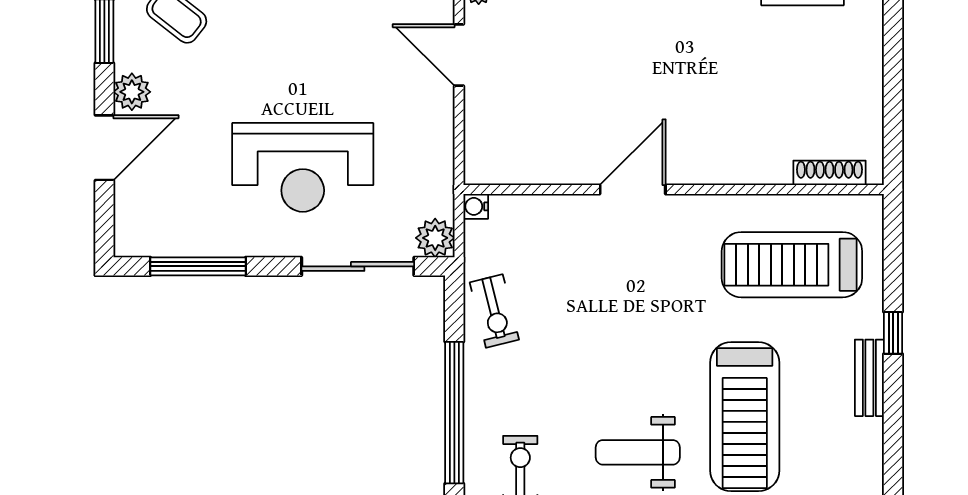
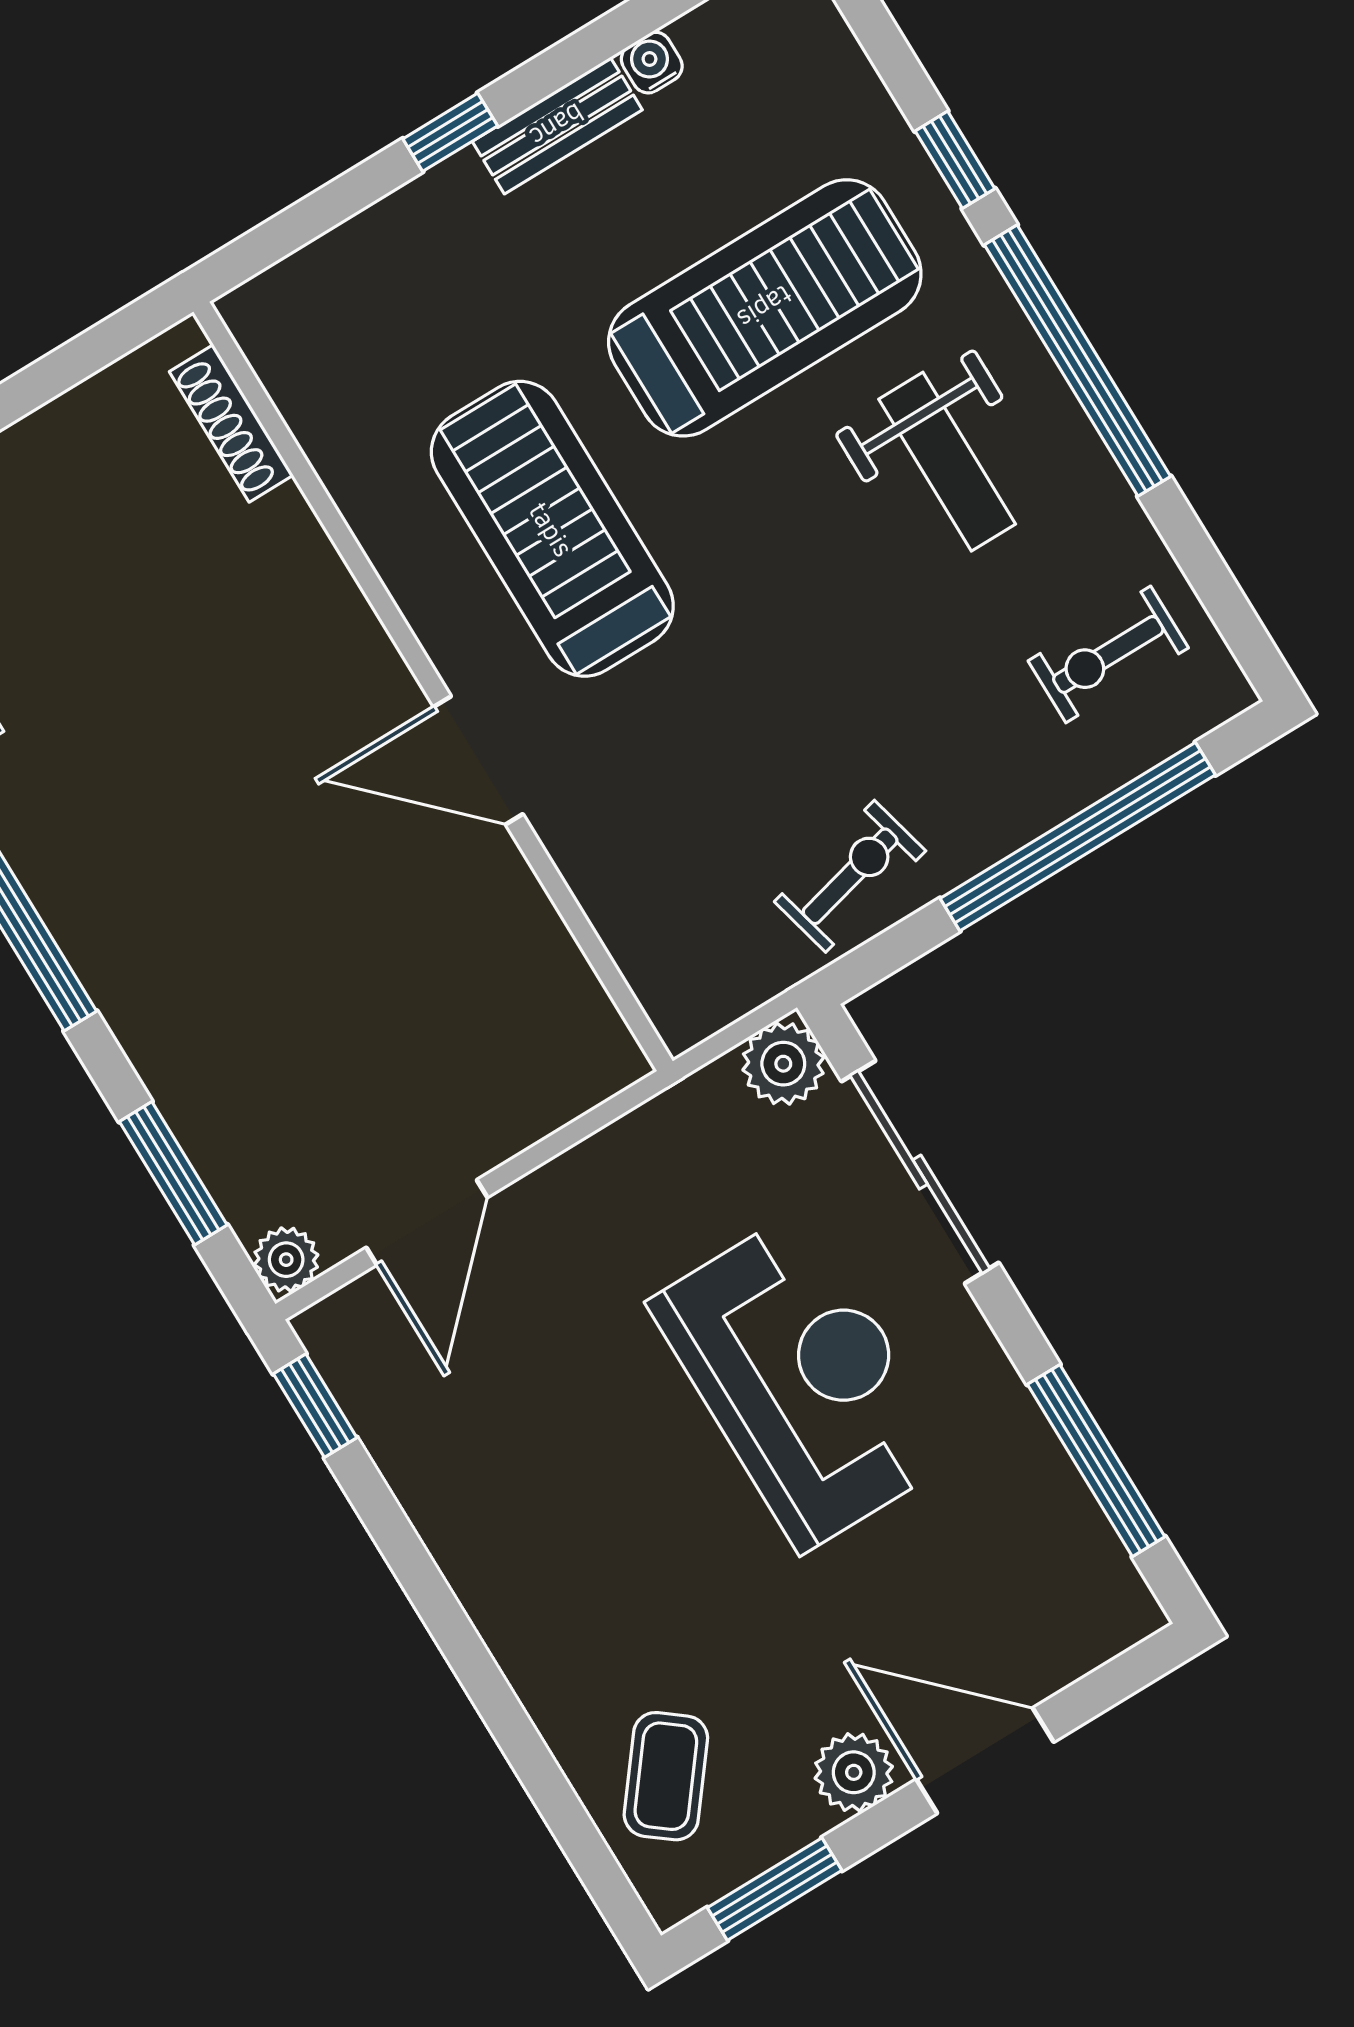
water cooler: (476, 206) -> (652, 63), moved, turned 180
treadmill: (792, 265) -> (552, 529), moved, turned 180

